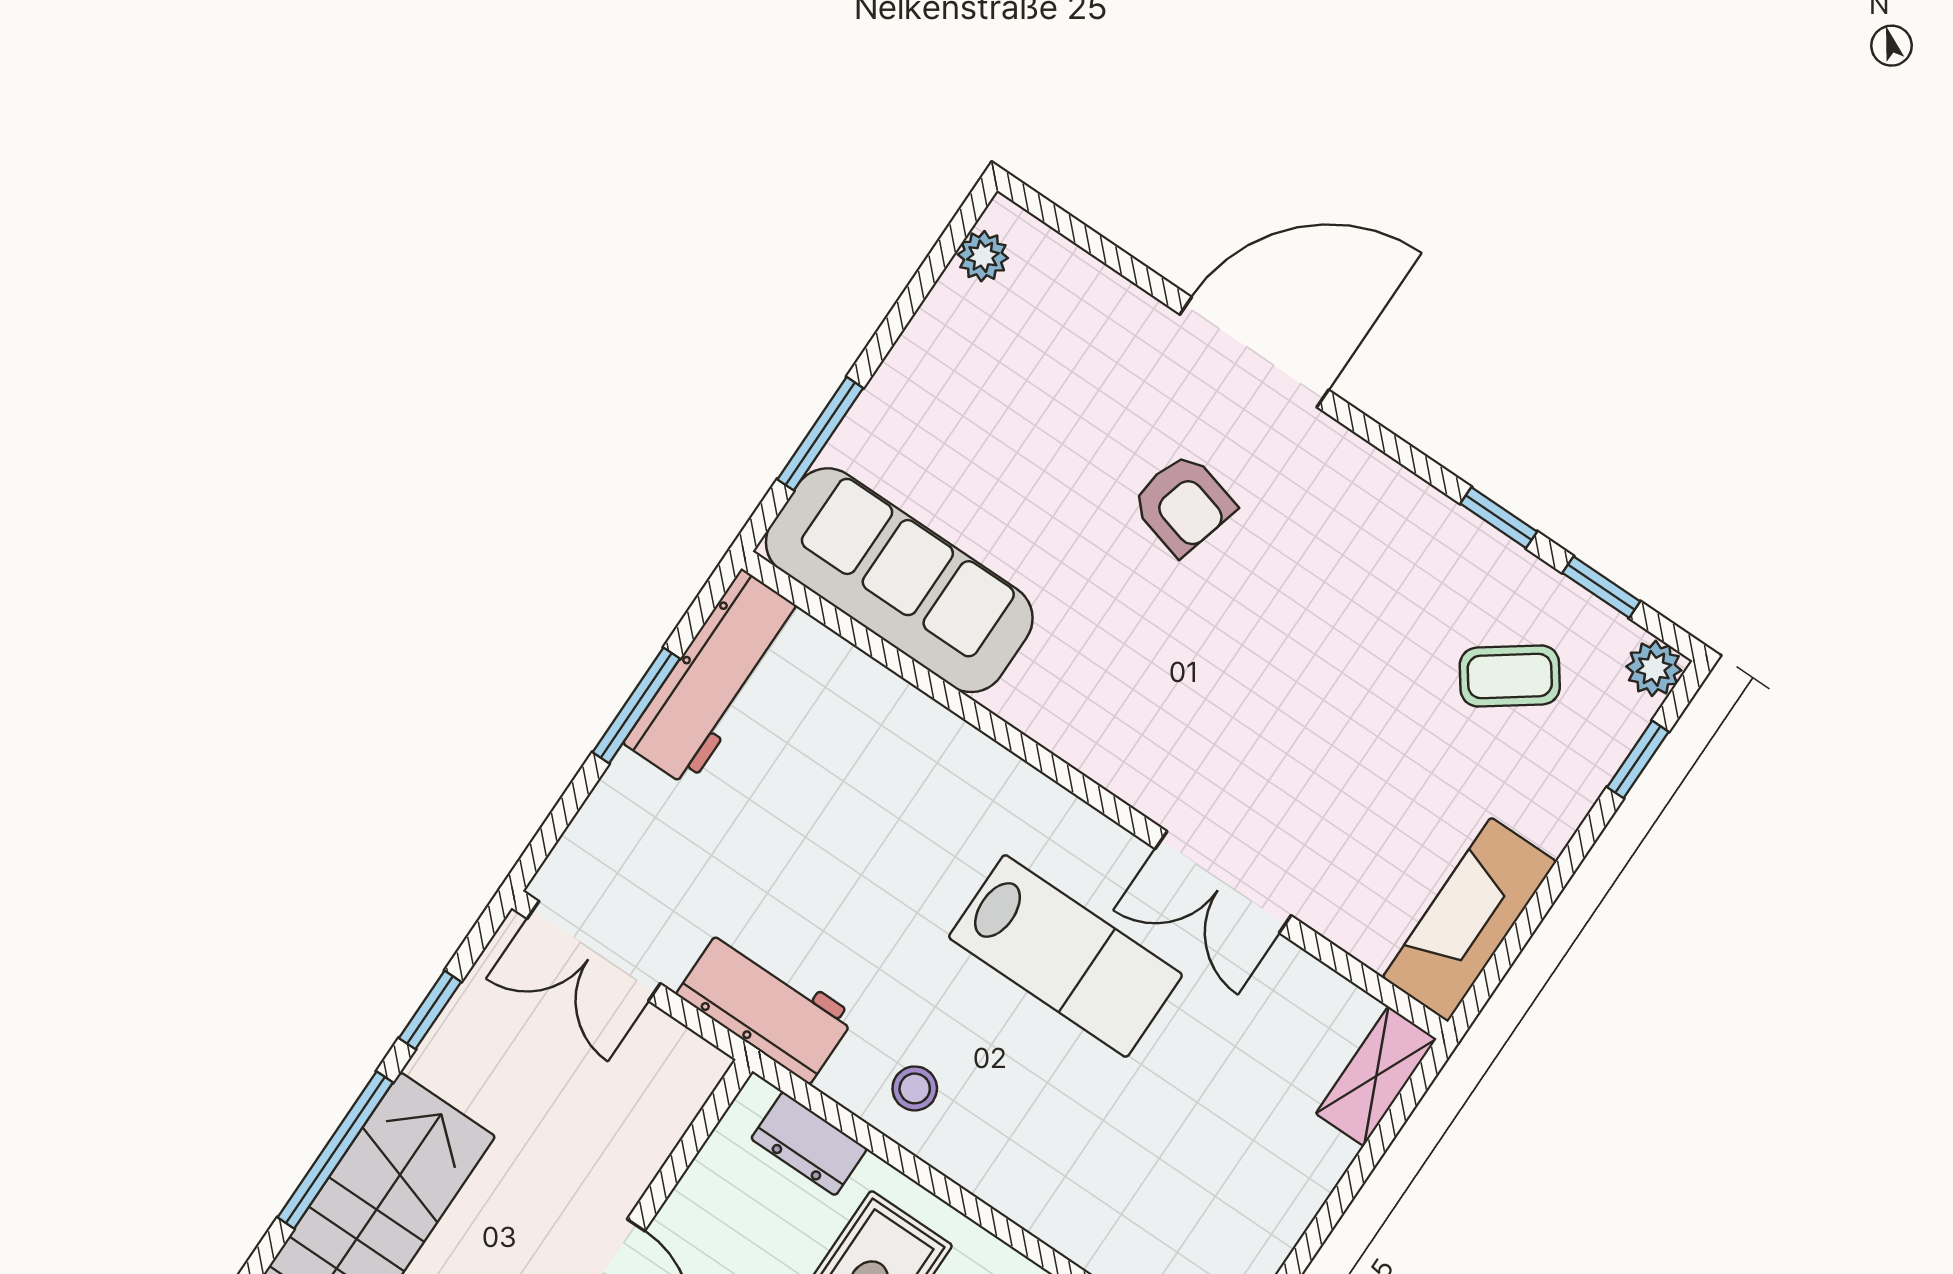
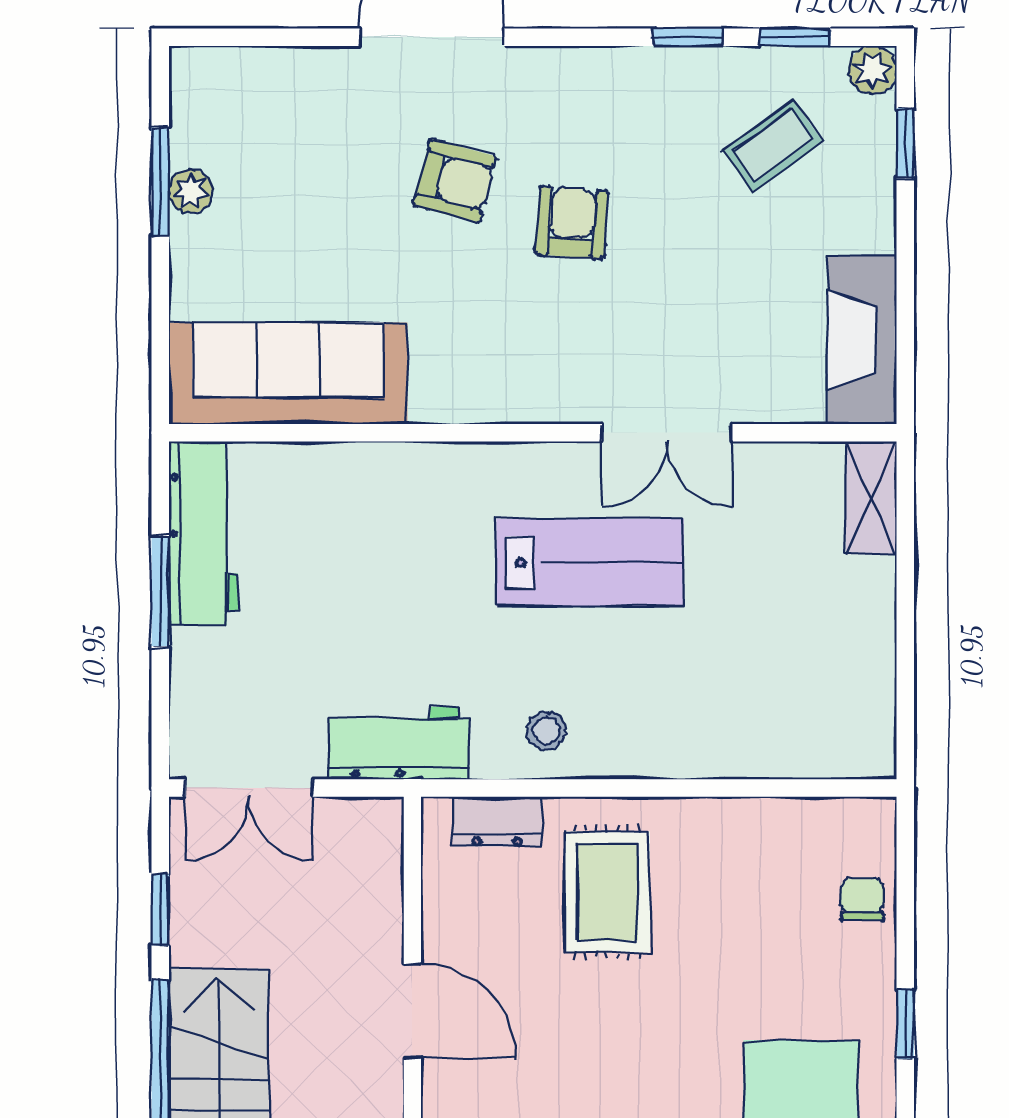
plant: (983, 256) -> (191, 191), moved
window: (820, 434) -> (160, 182), moved
armchair: (1268, 620) -> (572, 223), added

